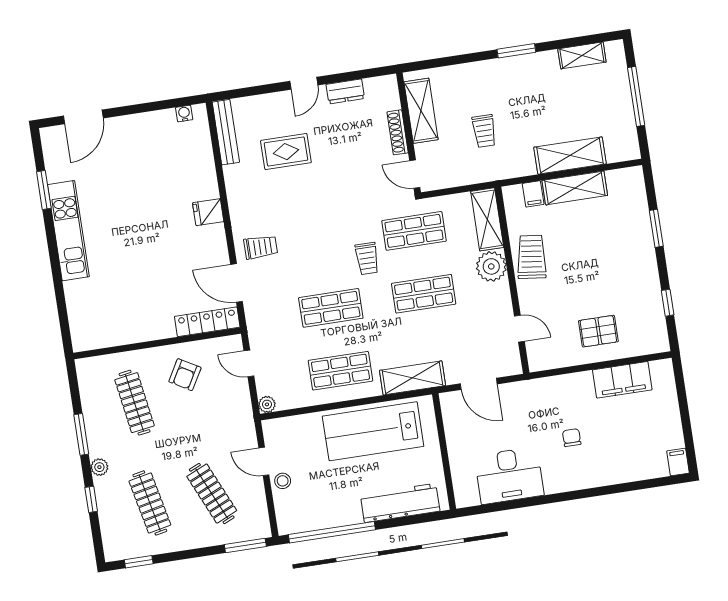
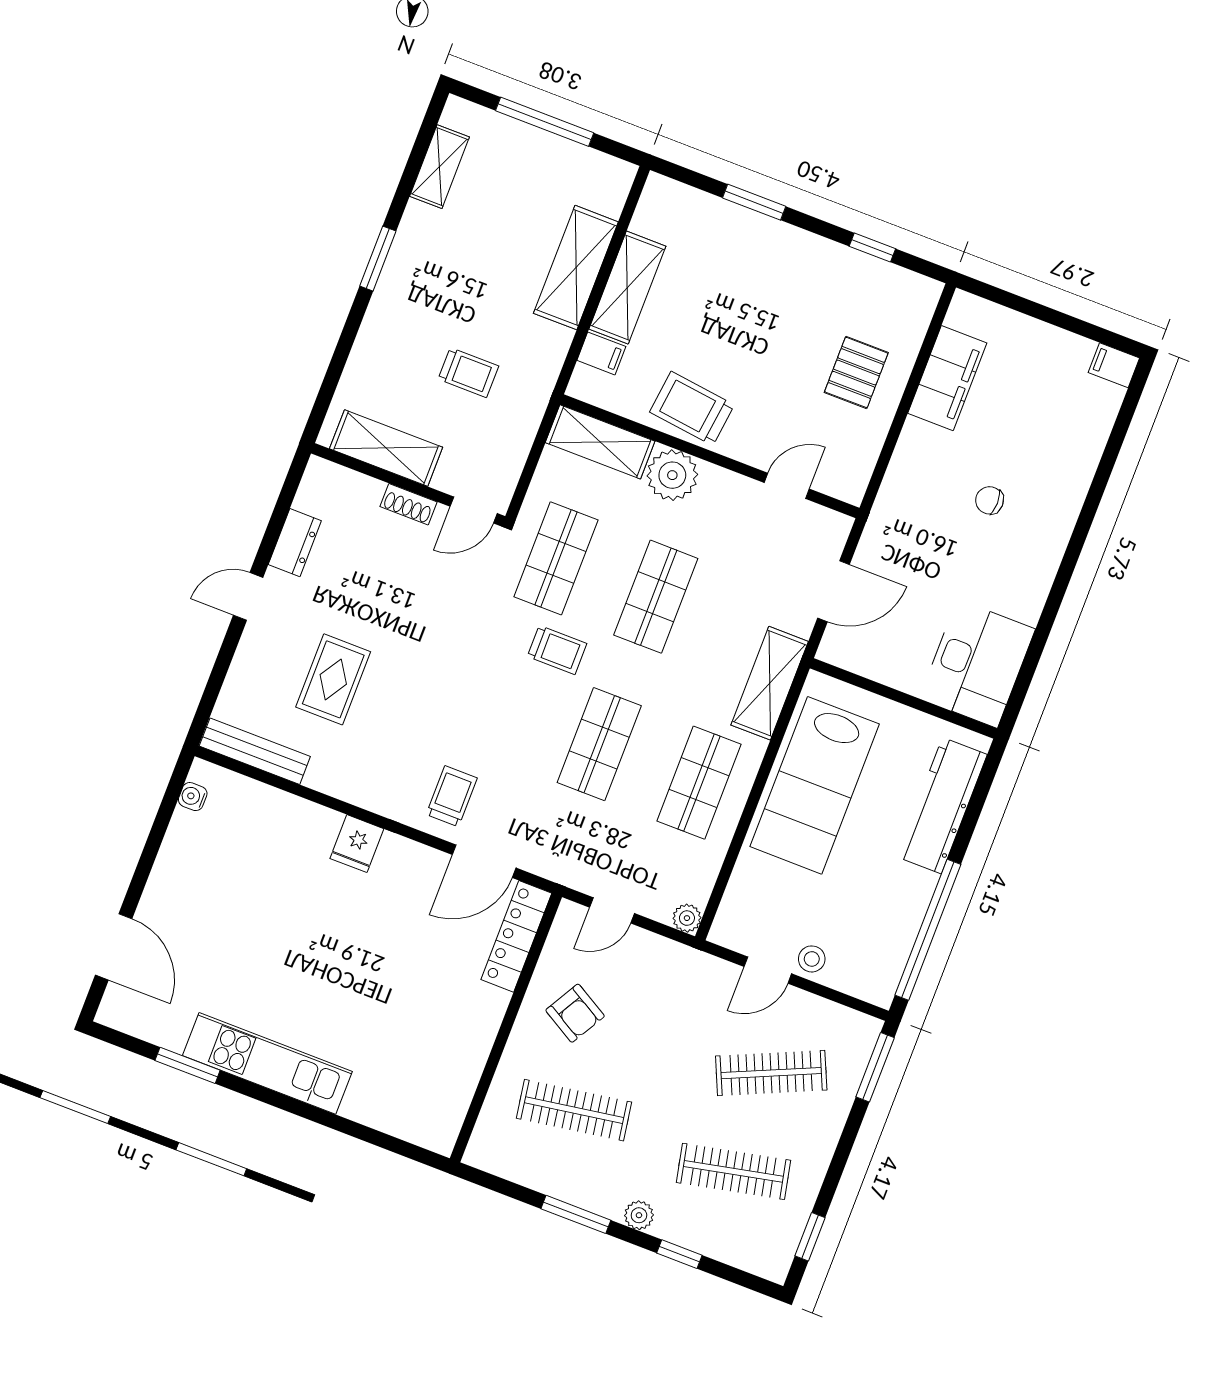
door: (304, 83) -> (248, 596), swing flipped
shoe rack: (398, 132) -> (409, 504), width x0.70
desk: (509, 475) -> (977, 664), moved

